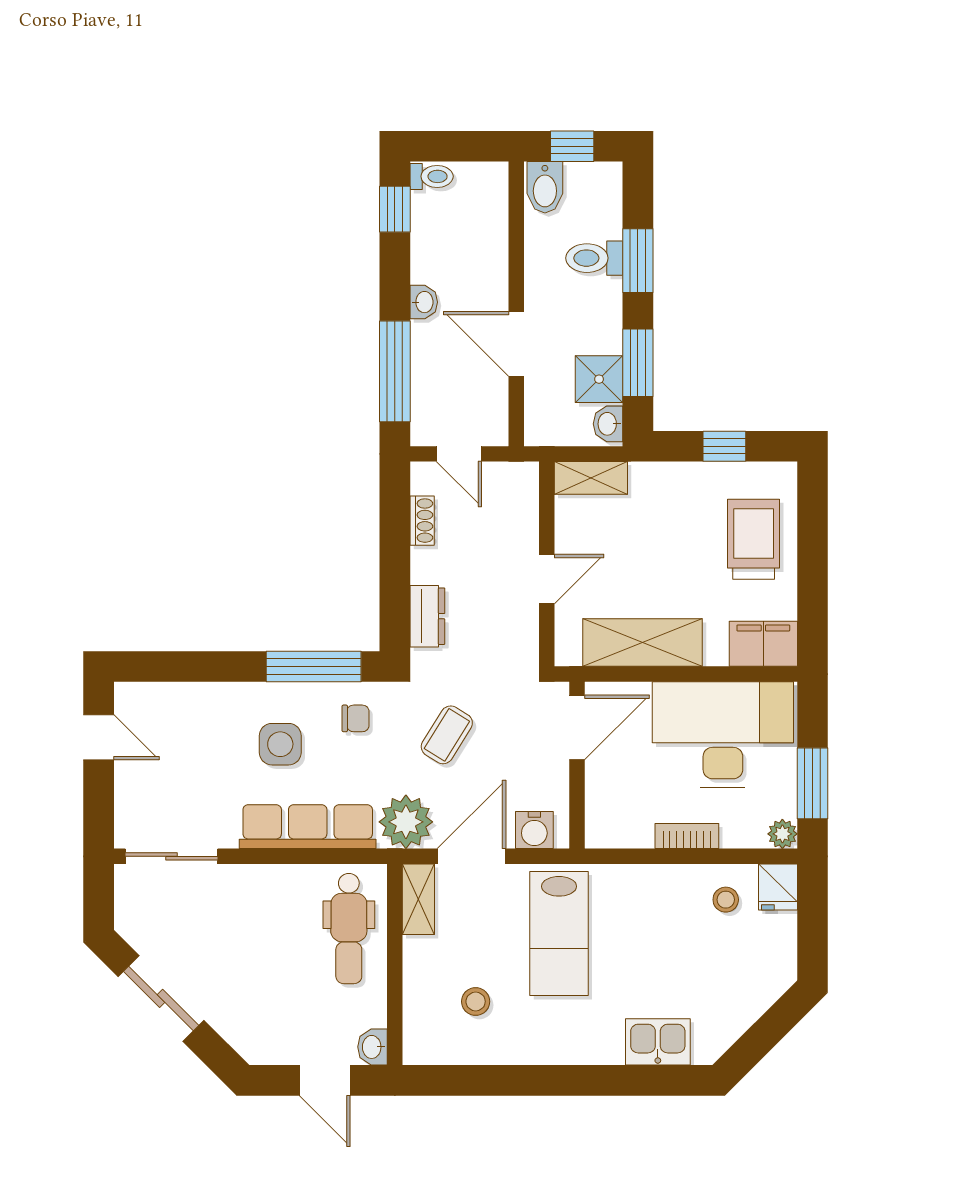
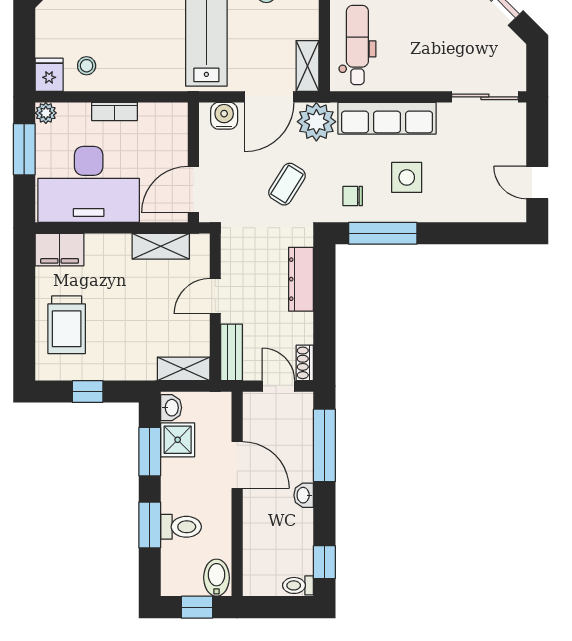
bench: (524, 501) -> (231, 352), added
shoe rack: (422, 521) -> (305, 363), moved
dresser: (427, 616) -> (301, 279), width x1.44
shelving: (643, 643) -> (161, 246), width x0.67, depth x0.75

